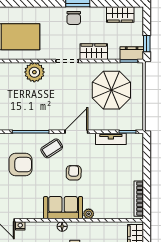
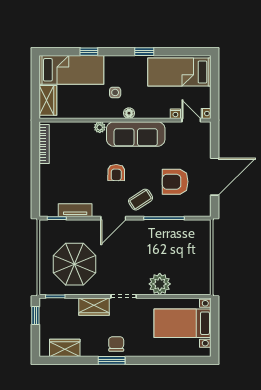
dresser: (132, 53) -> (52, 305), removed
sofa: (63, 208) -> (136, 134), width x1.36

